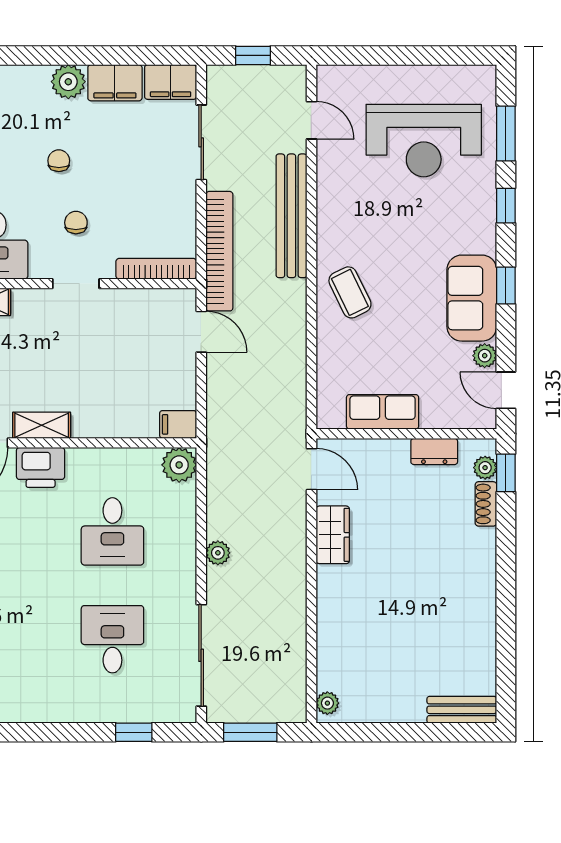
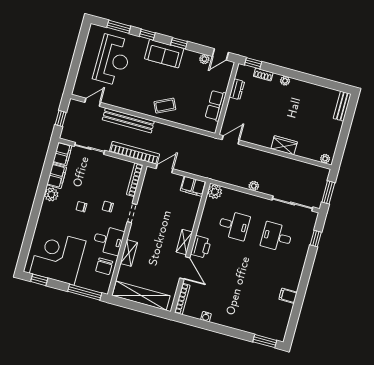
sofa: (472, 298) -> (164, 54), moved
filing cabinet: (178, 424) -> (193, 186), width x2.00
plant: (485, 468) -> (285, 81), moved
wardrobe: (333, 535) -> (284, 145), moved

